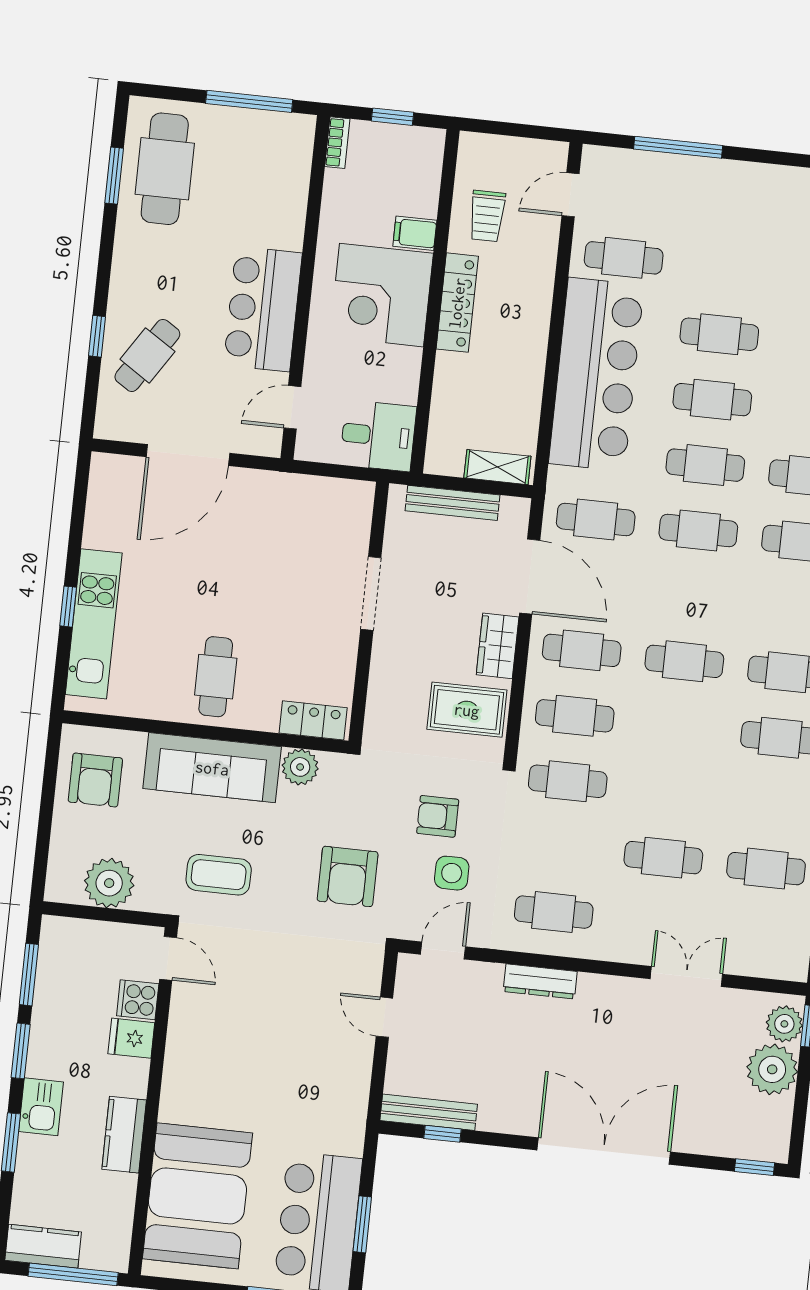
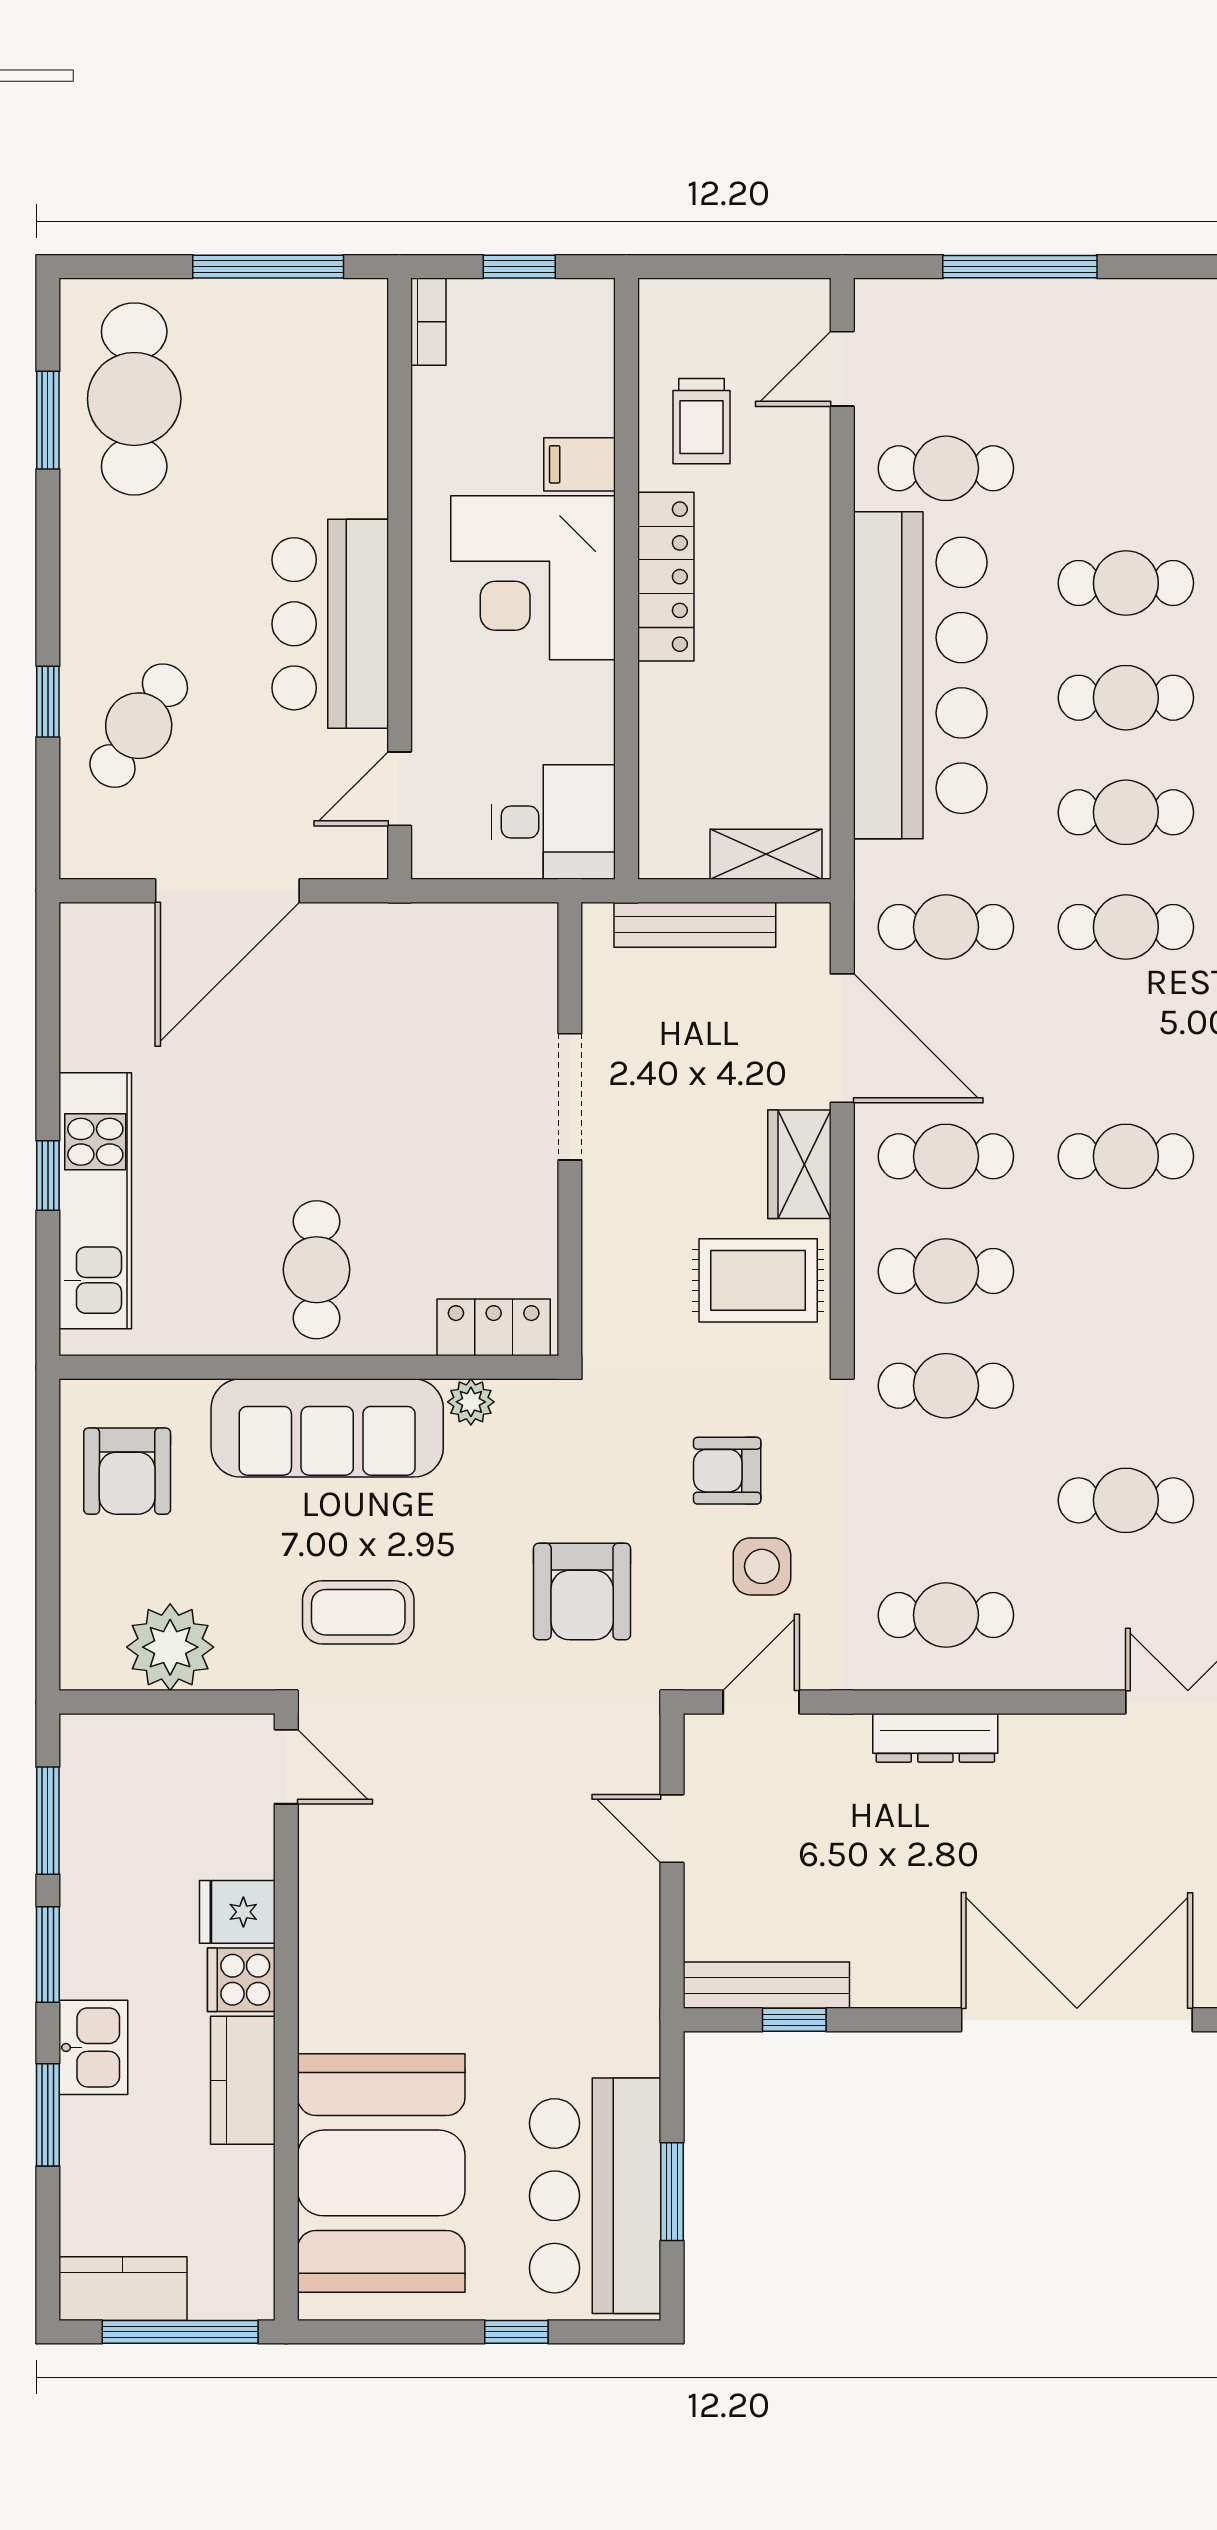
plant: (300, 767) -> (471, 1402), width x0.73, depth x0.73
cooker: (138, 1000) -> (241, 1980), moved

